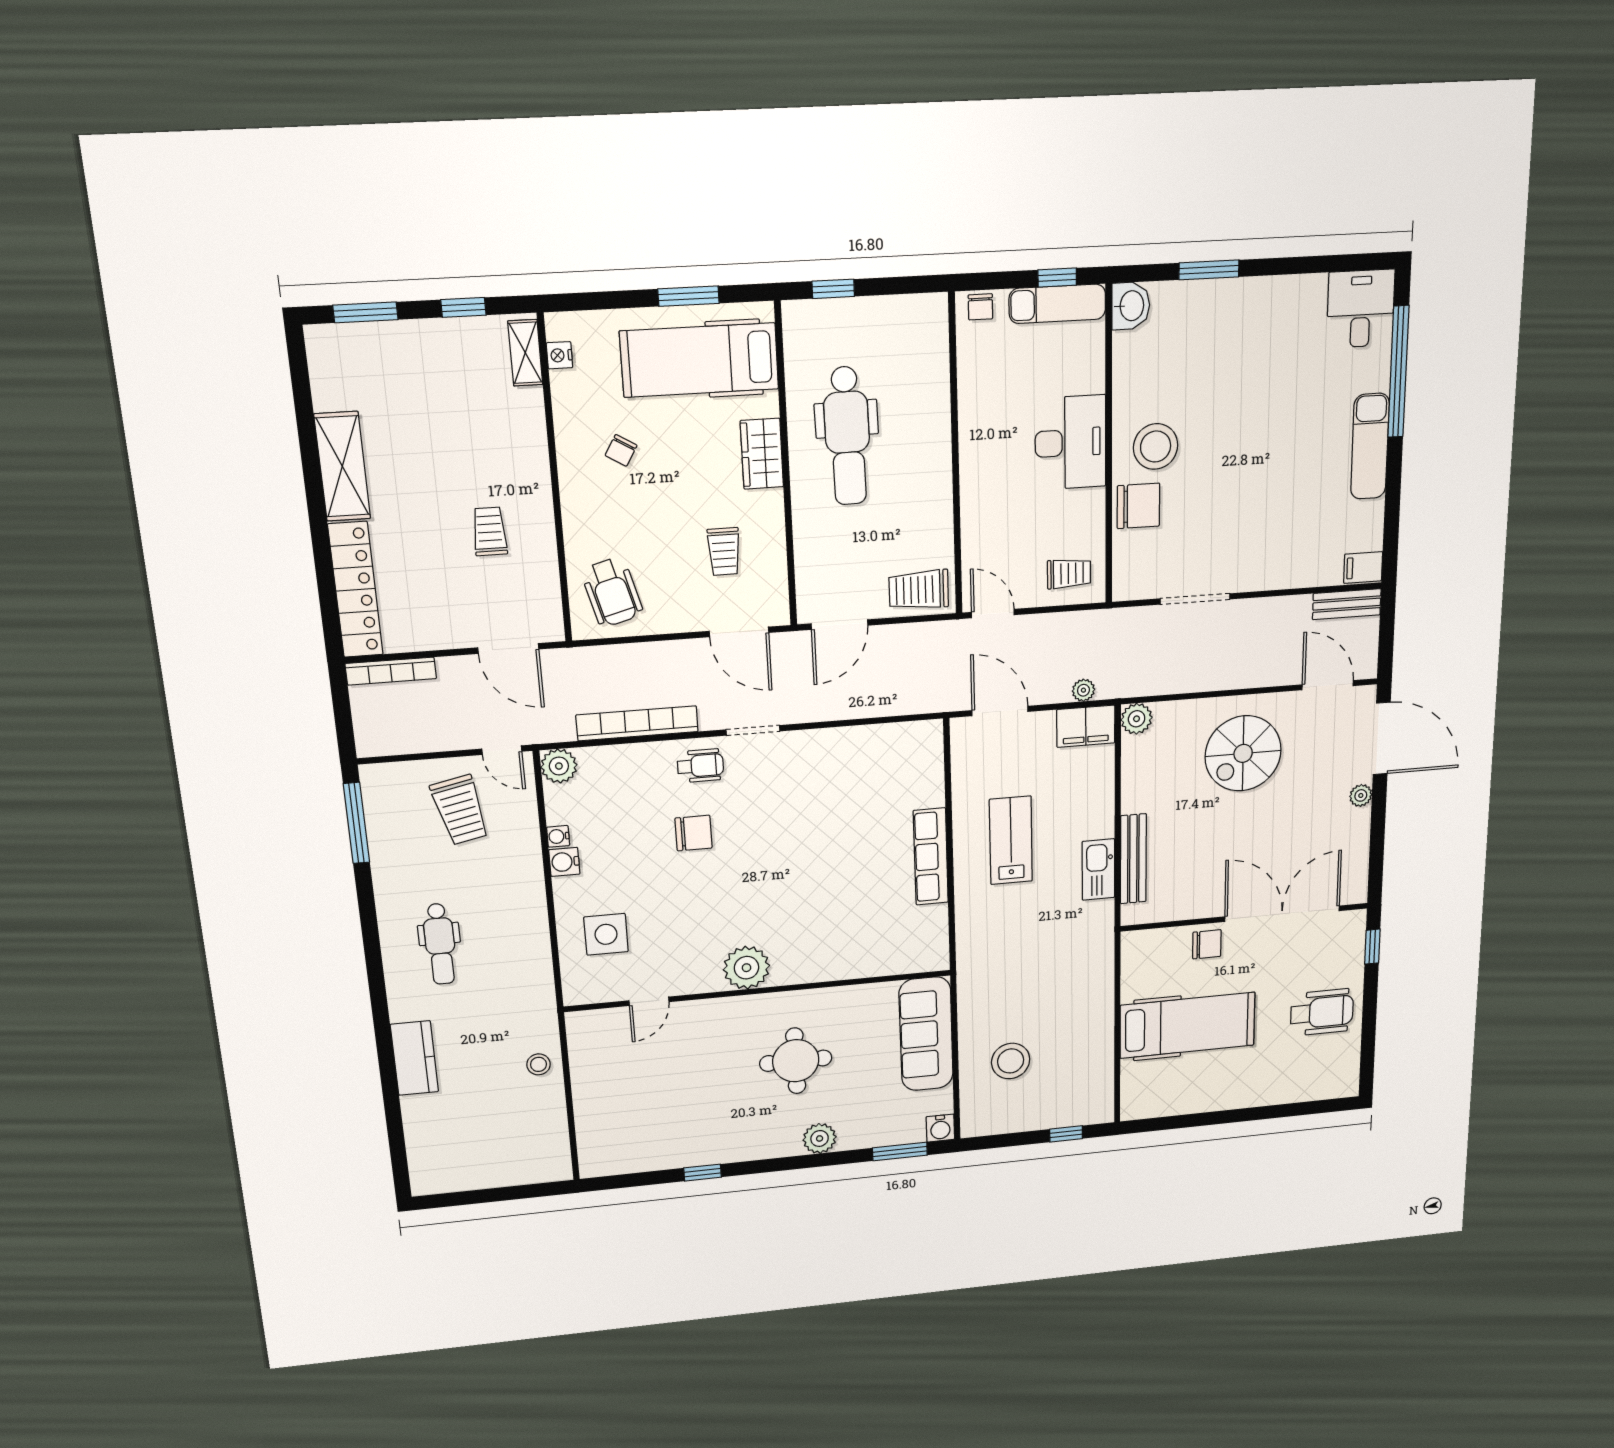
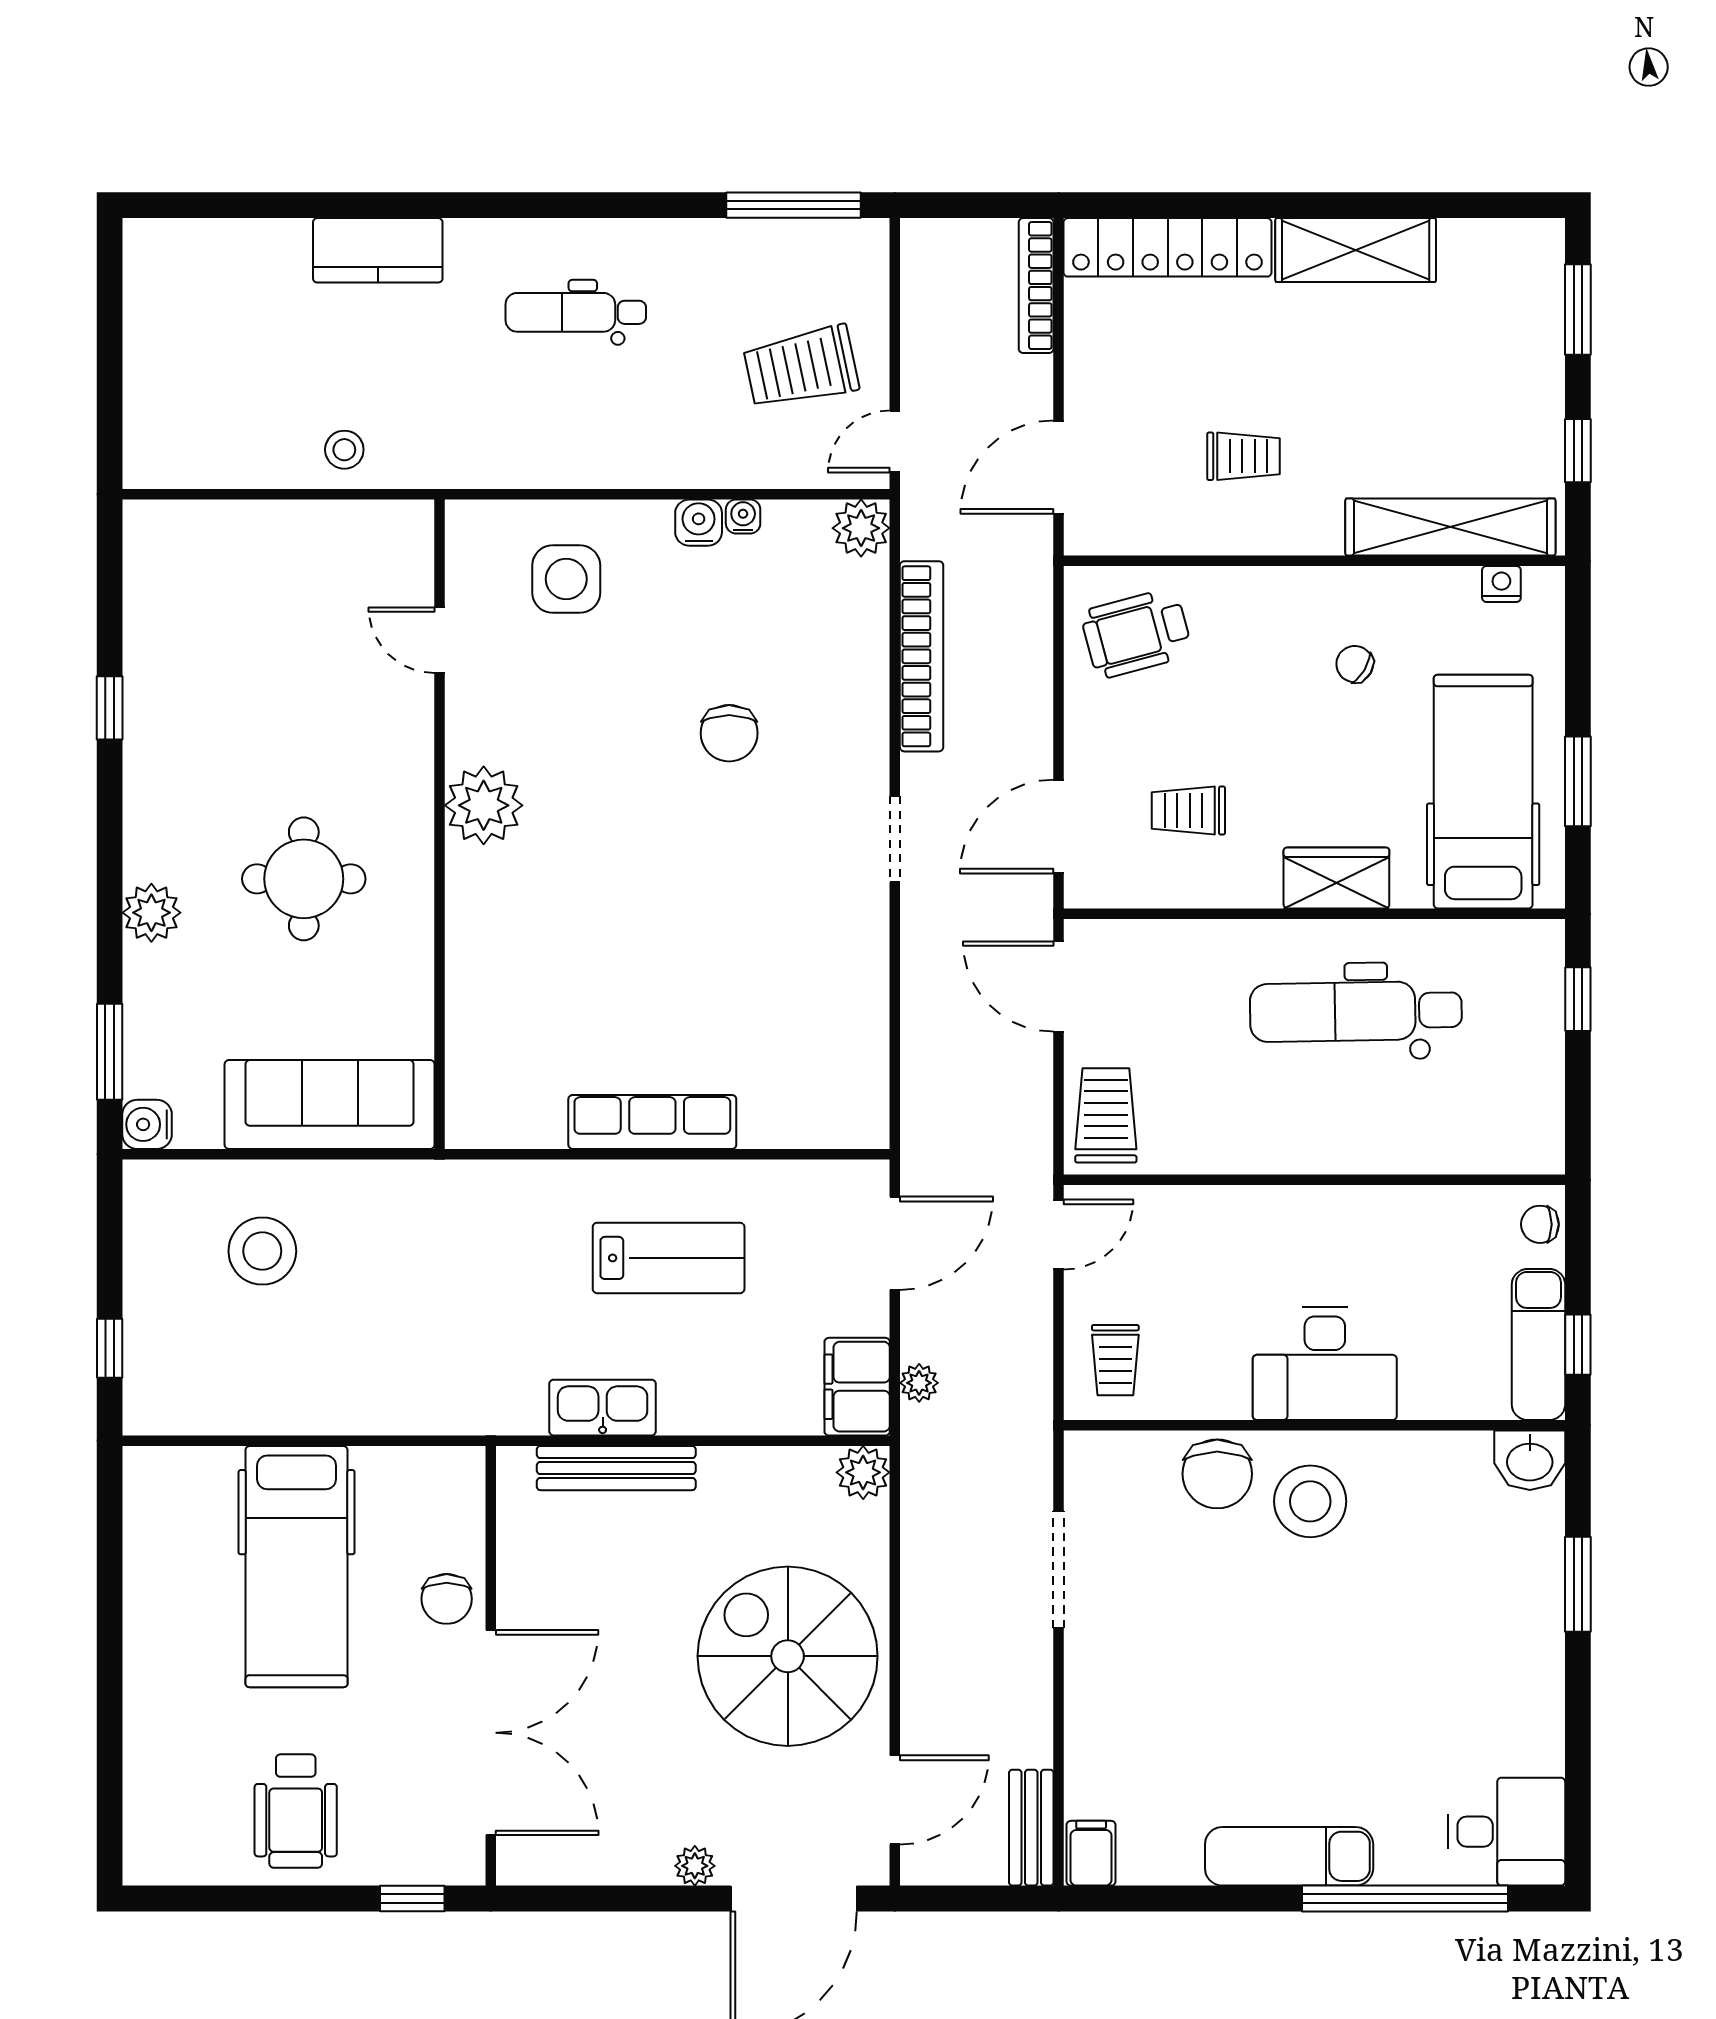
shelving: (525, 353) -> (1450, 527), width x2.20, depth x1.33
spiral stairs: (1243, 753) -> (788, 1656), width x1.37, depth x1.37
wheelchair: (700, 766) -> (843, 752), removed

